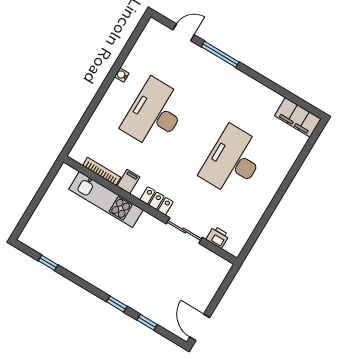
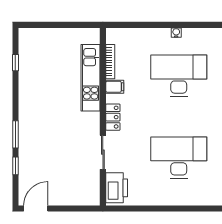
water cooler: (122, 75) -> (176, 33), moved
printer: (218, 237) -> (117, 188), width x1.87, depth x1.48
window: (117, 304) -> (15, 134), width x1.50

